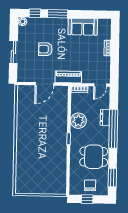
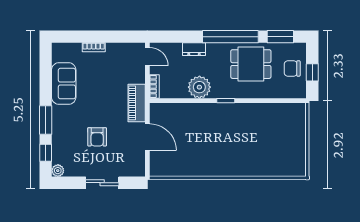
window: (113, 129) -> (230, 37), moved
dining table: (94, 157) -> (251, 64), turned 90

